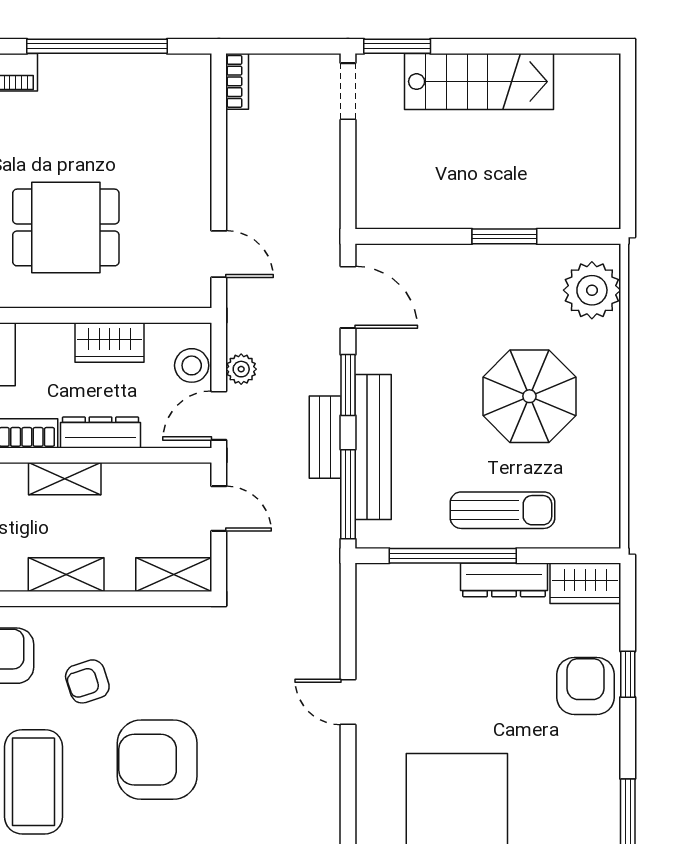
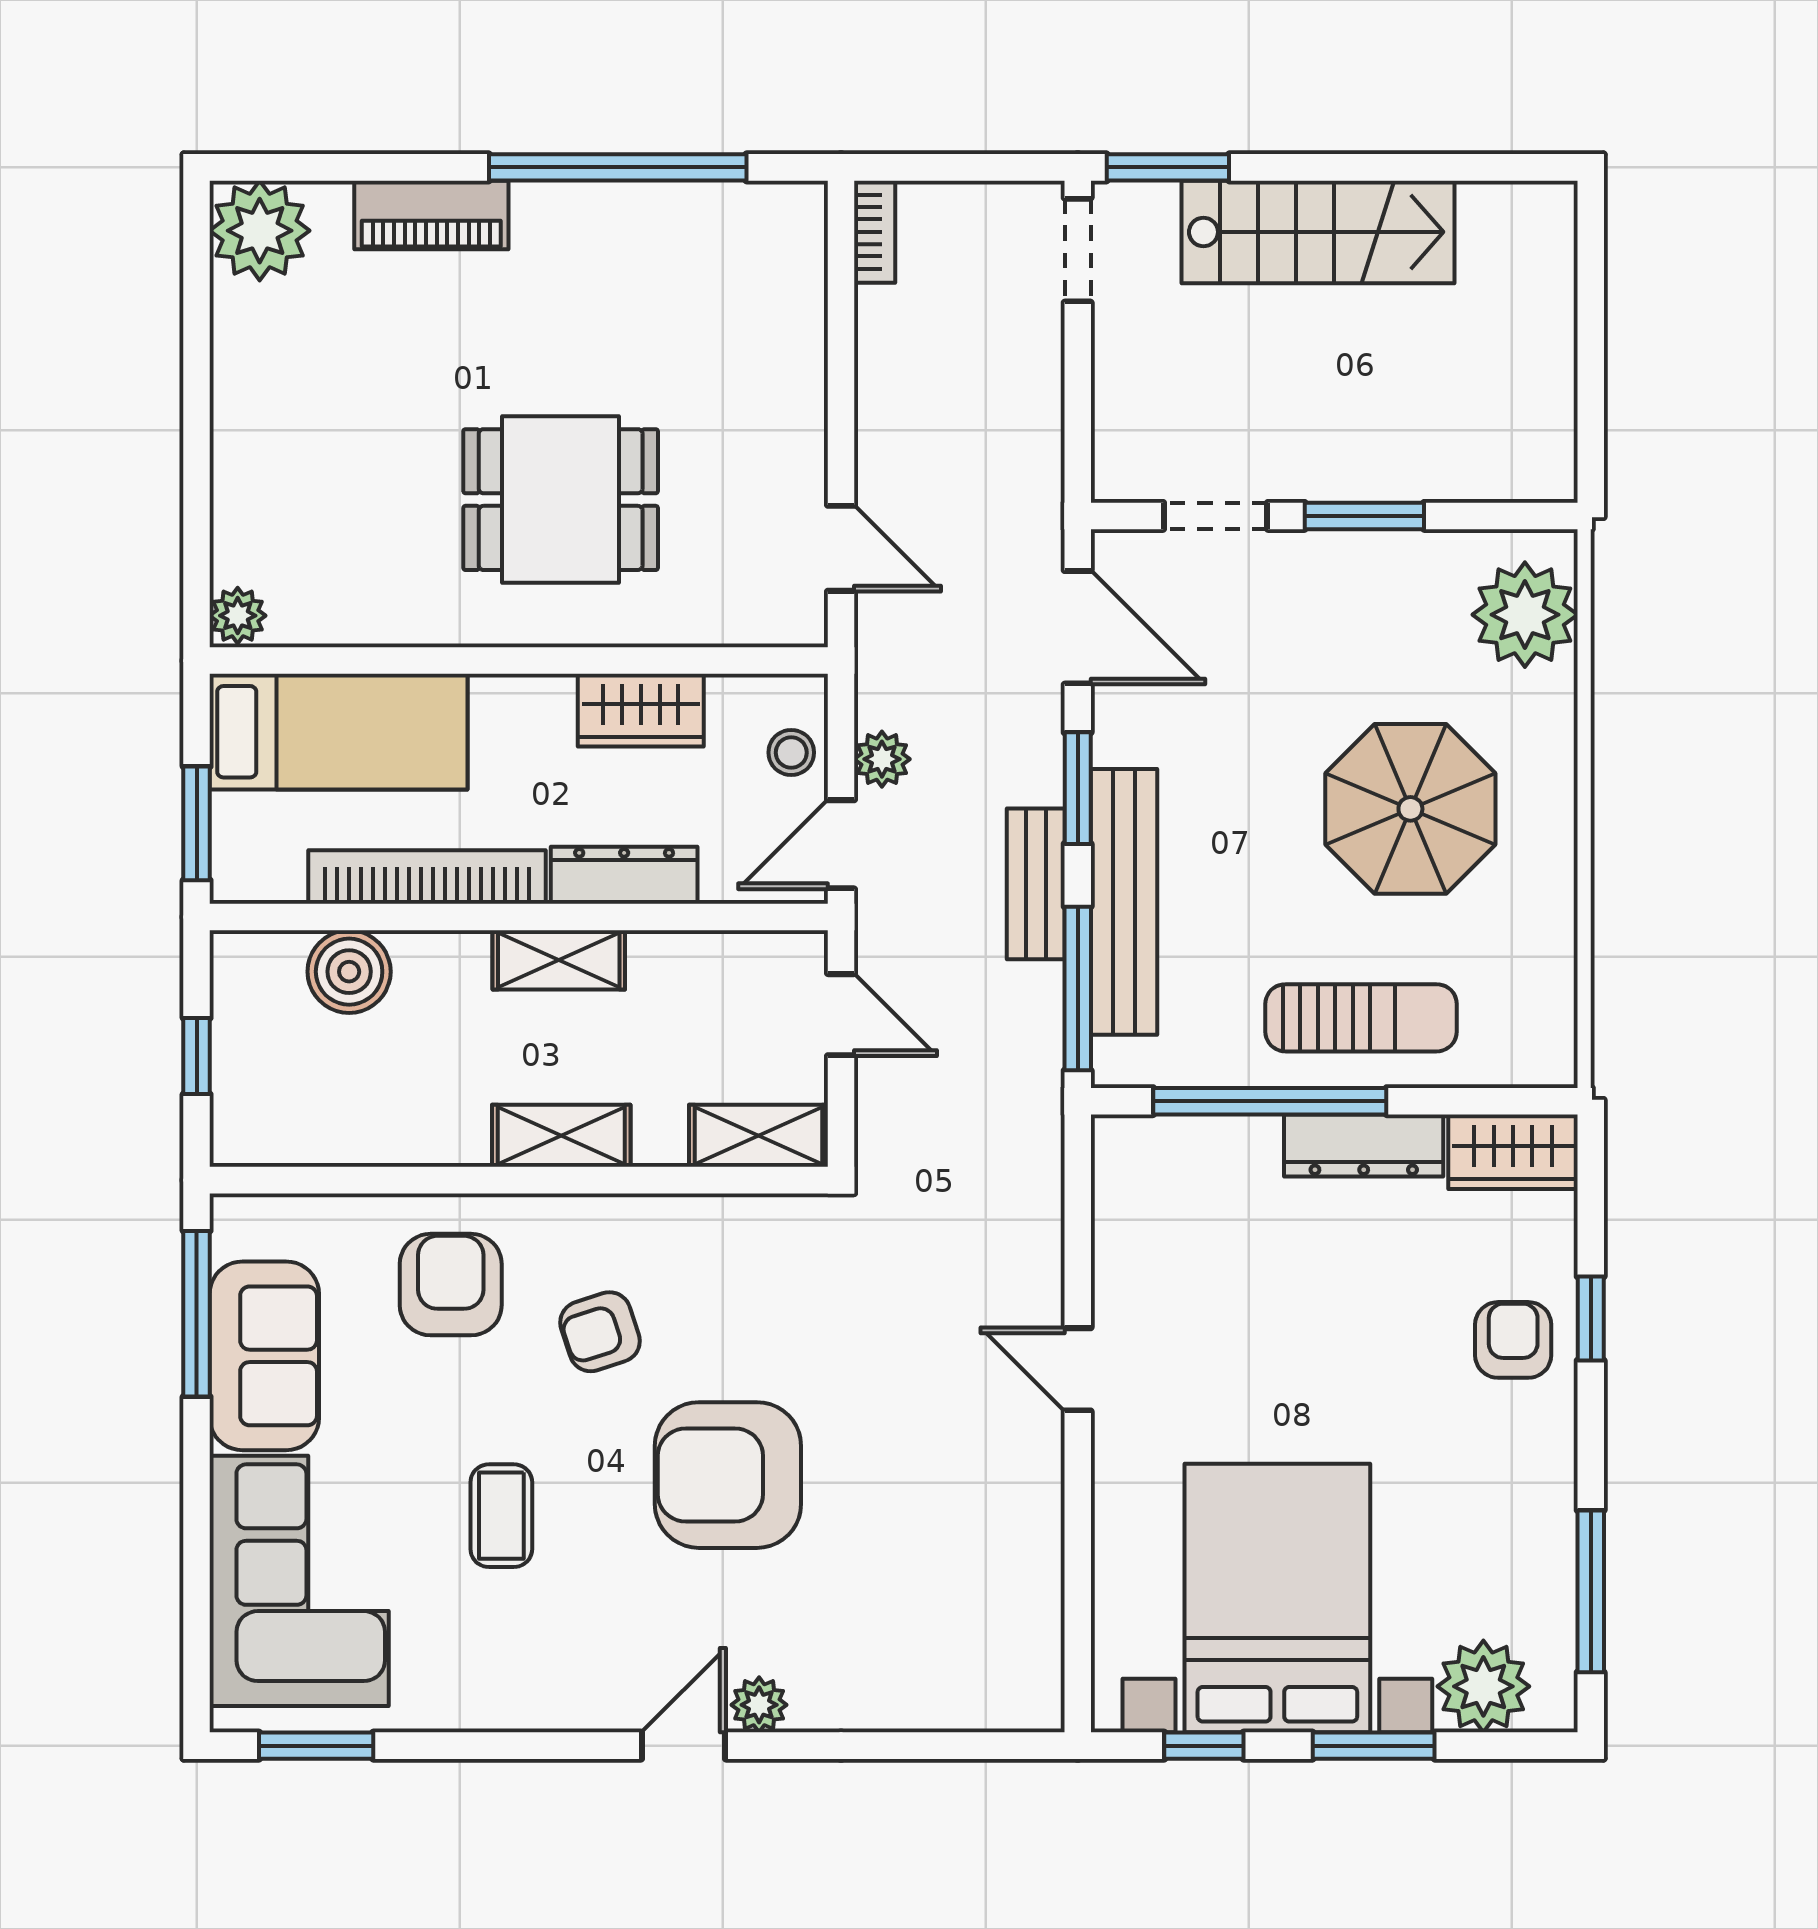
doorway: (423, 236) -> (1215, 516), added
stool: (192, 365) -> (791, 753), width x0.73, depth x0.73
armchair: (585, 686) -> (1513, 1340), width x0.72, depth x0.72
coffee table: (34, 782) -> (501, 1516), width x0.54, depth x0.58

